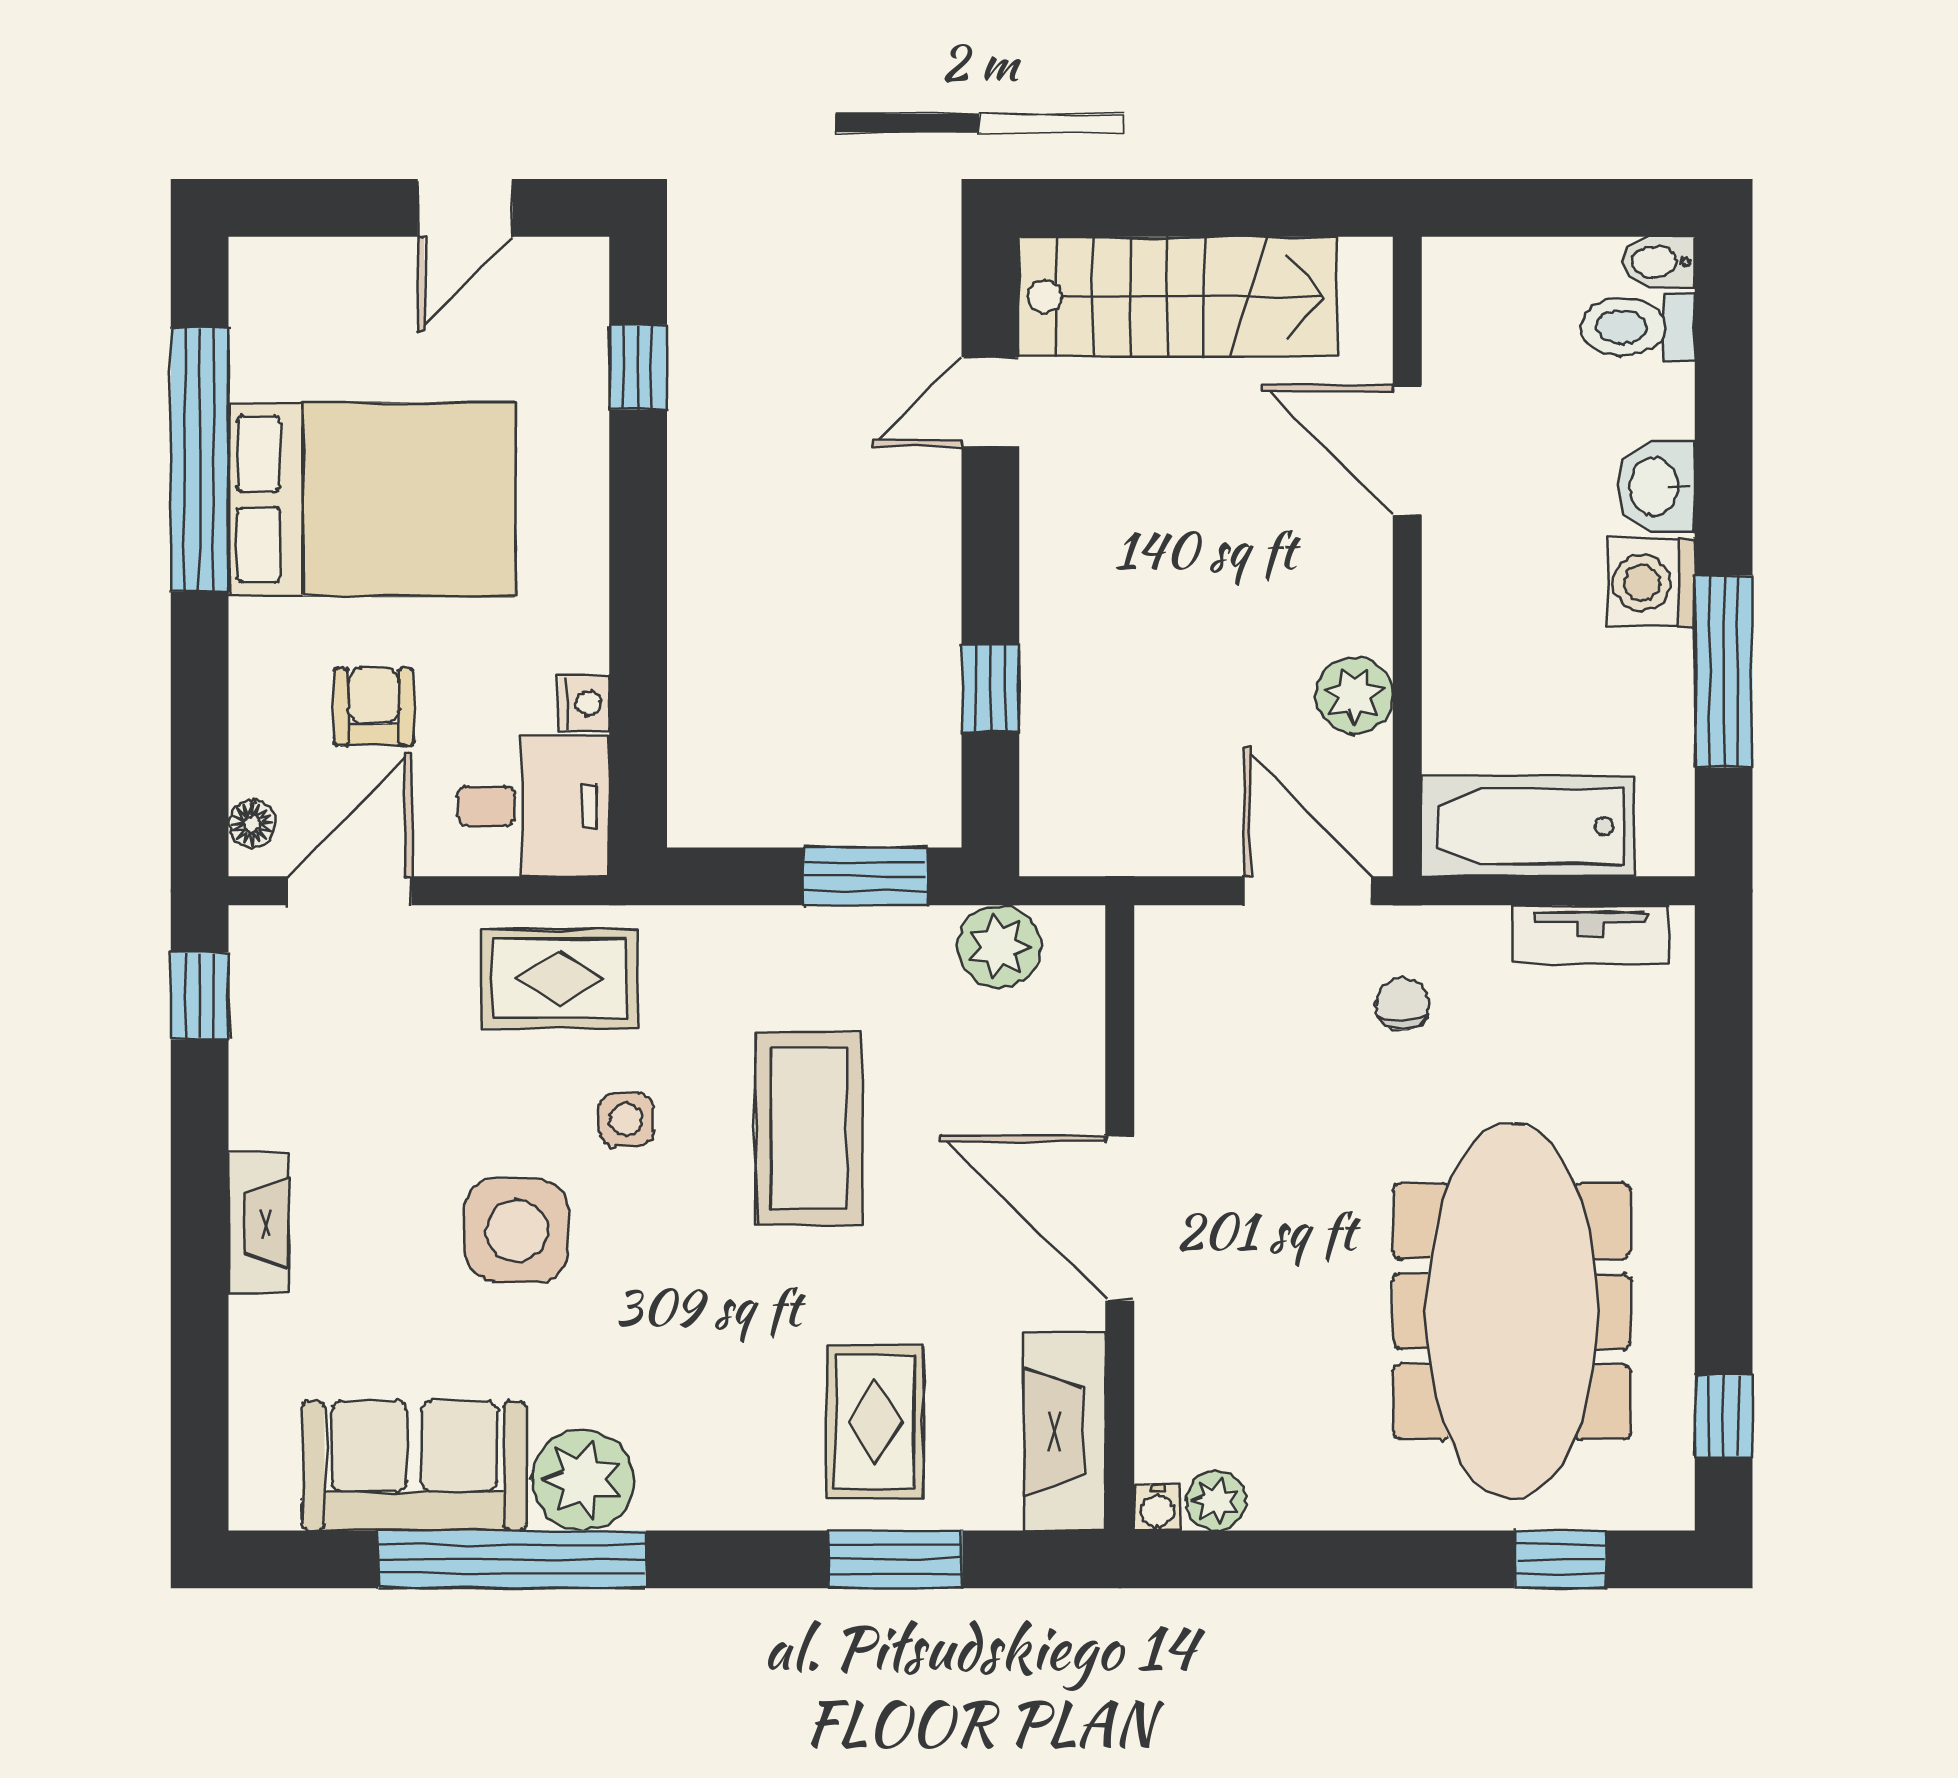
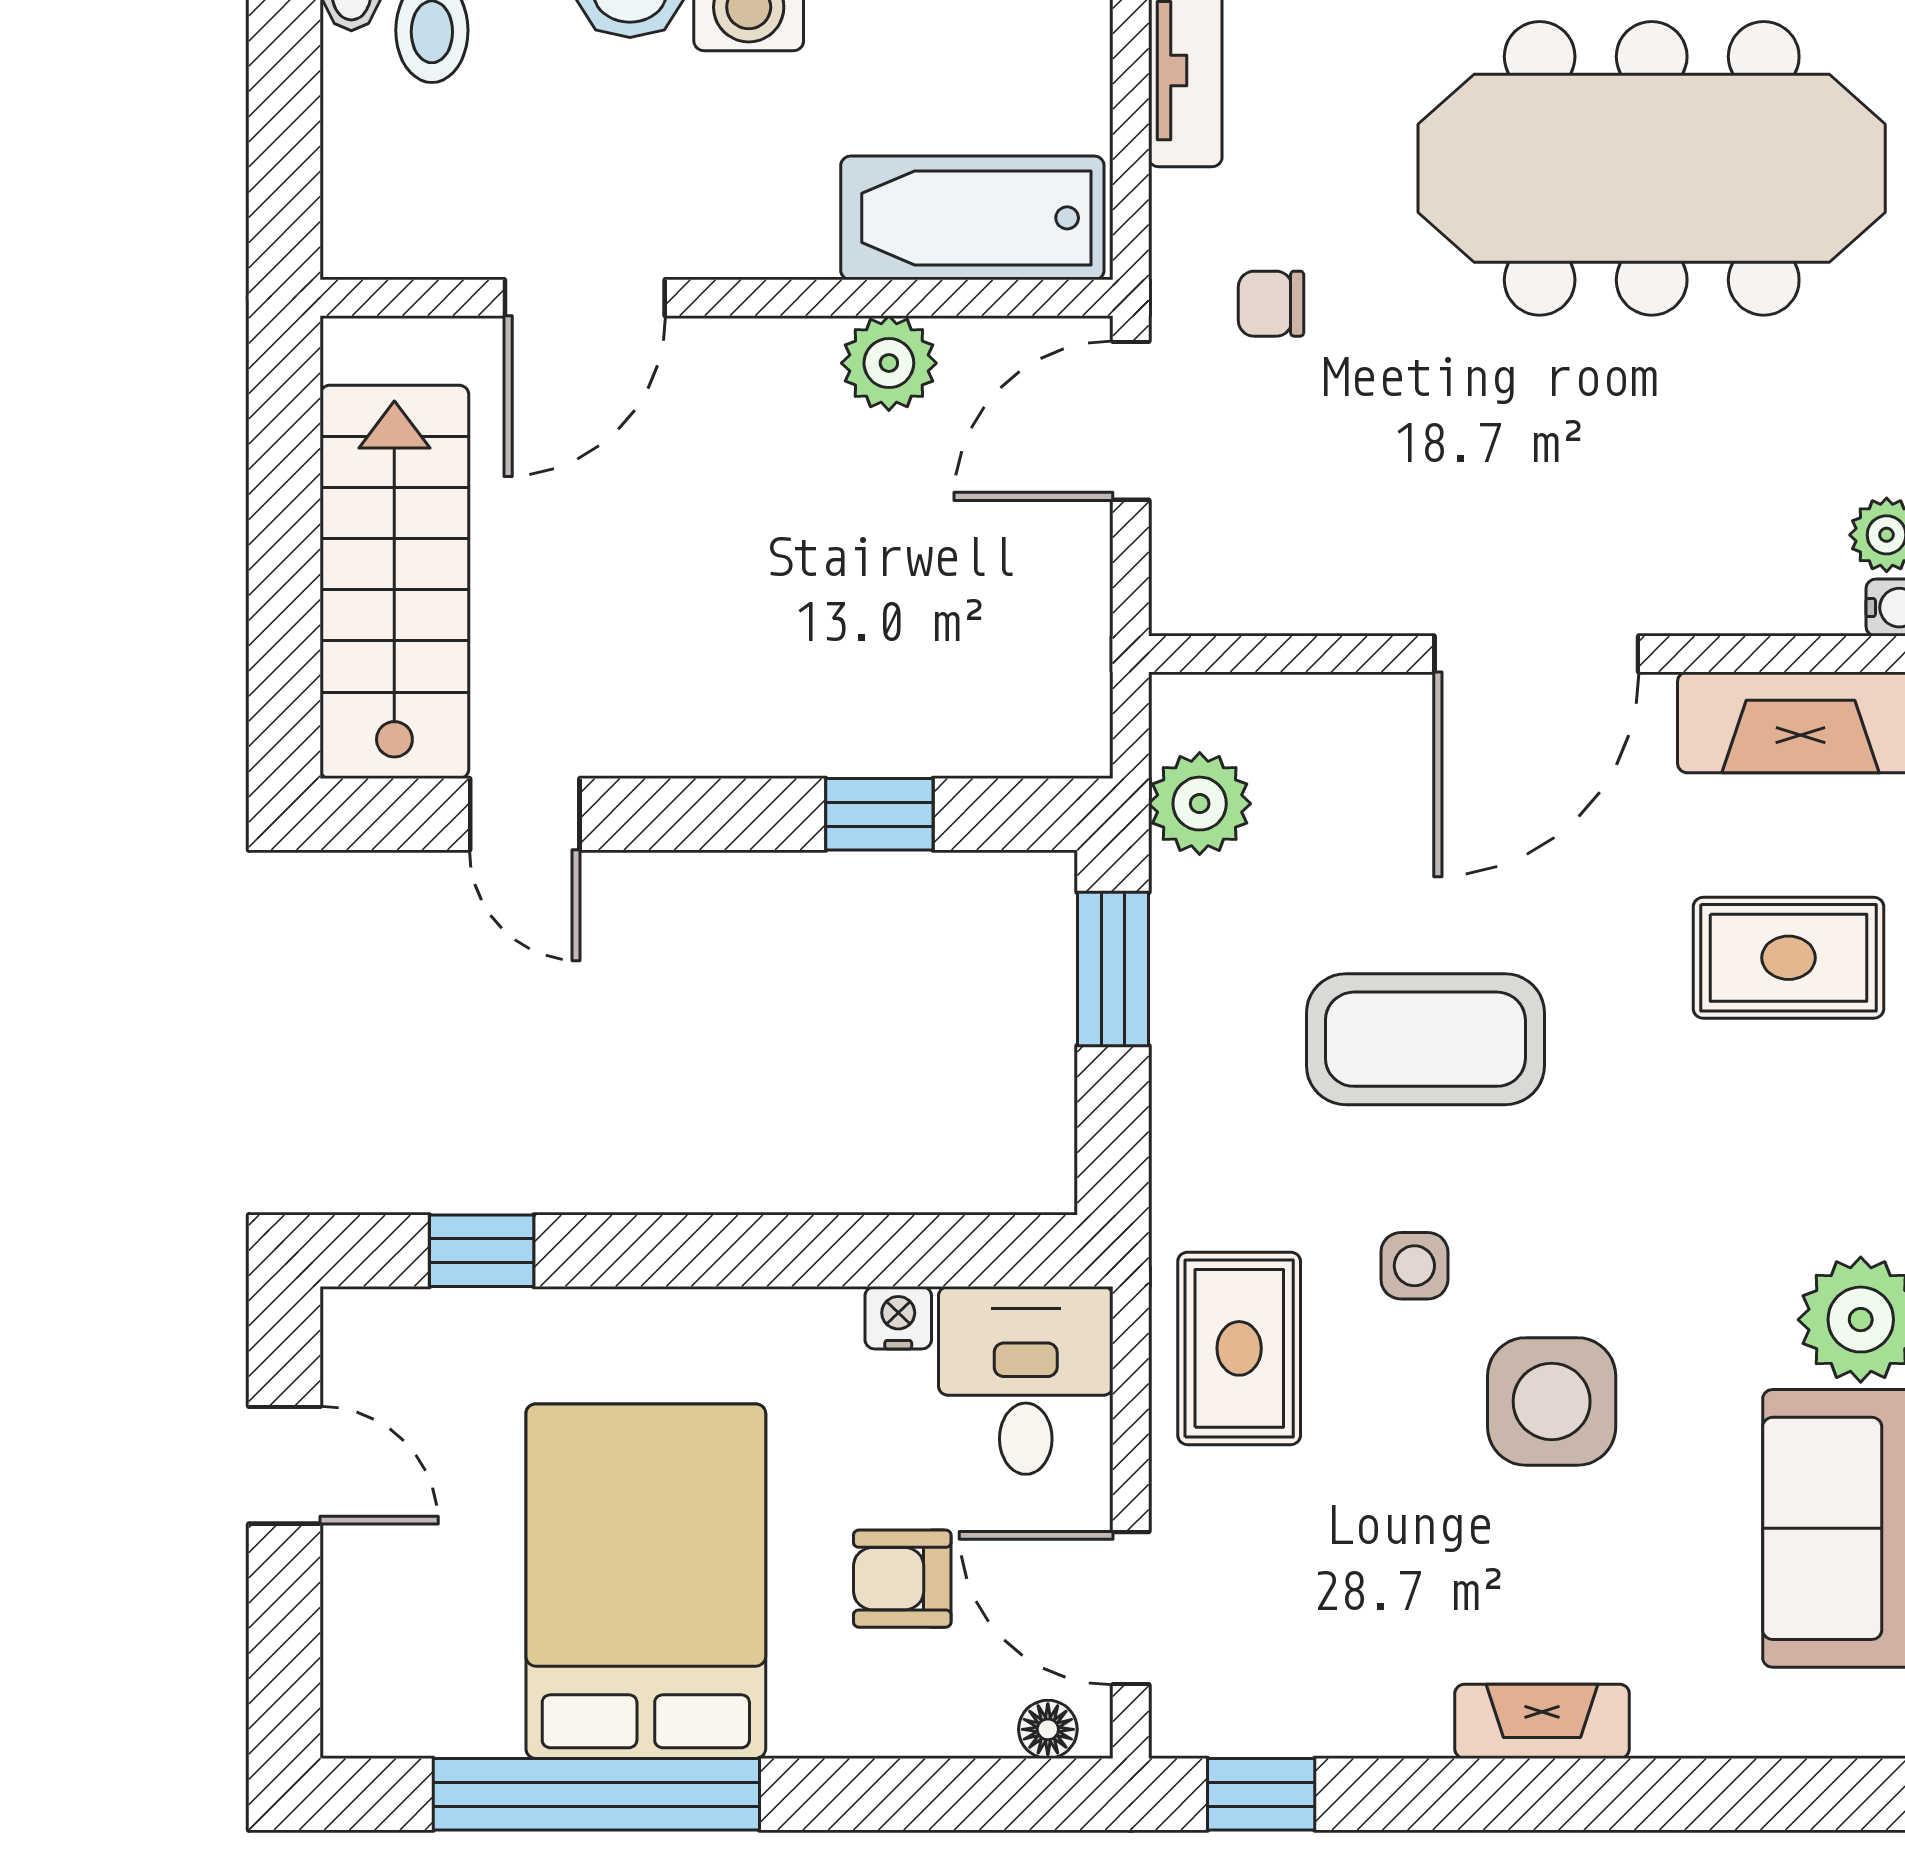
bathtub: (1528, 826) -> (972, 218), moved, turned 90

